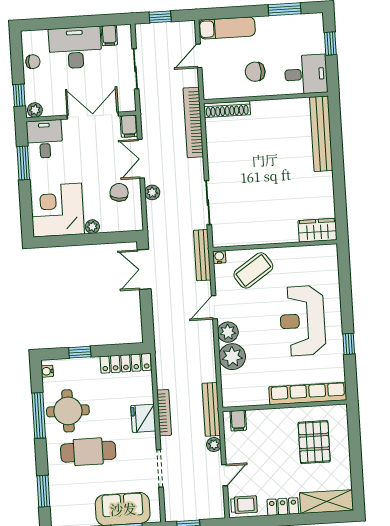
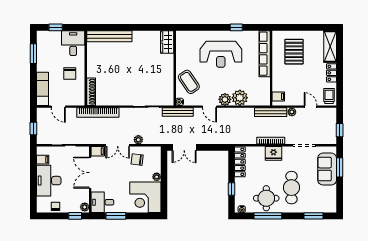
pallet: (314, 442) -> (294, 52), turned 90

